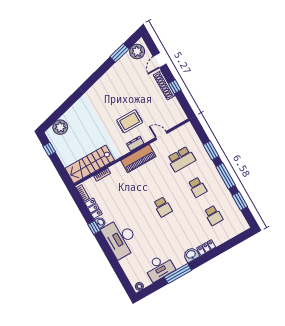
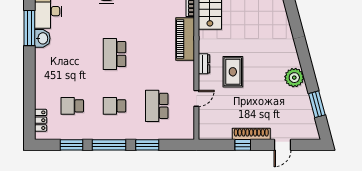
plant: (137, 51) -> (294, 78), moved
door: (160, 60) -> (283, 145), swing flipped
piano: (138, 159) -> (185, 39), moved
school desk: (163, 207) -> (115, 54), width x1.85
locker: (206, 248) -> (41, 120), moved
washbasin: (191, 255) -> (42, 38), moved

